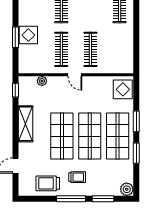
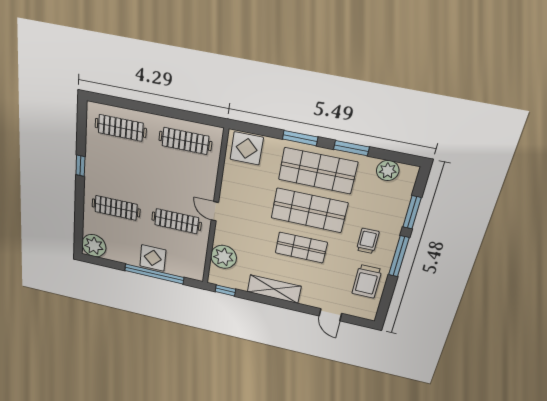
window: (15, 37) -> (154, 274), width x2.11
clothes rail: (90, 49) -> (185, 141), moved
door: (75, 75) -> (215, 211), swing flipped
plant: (42, 81) -> (224, 257), width x1.87, depth x1.87
shop shelf: (62, 136) -> (301, 248), width x0.70, depth x0.74
plant: (127, 189) -> (388, 171), moved

